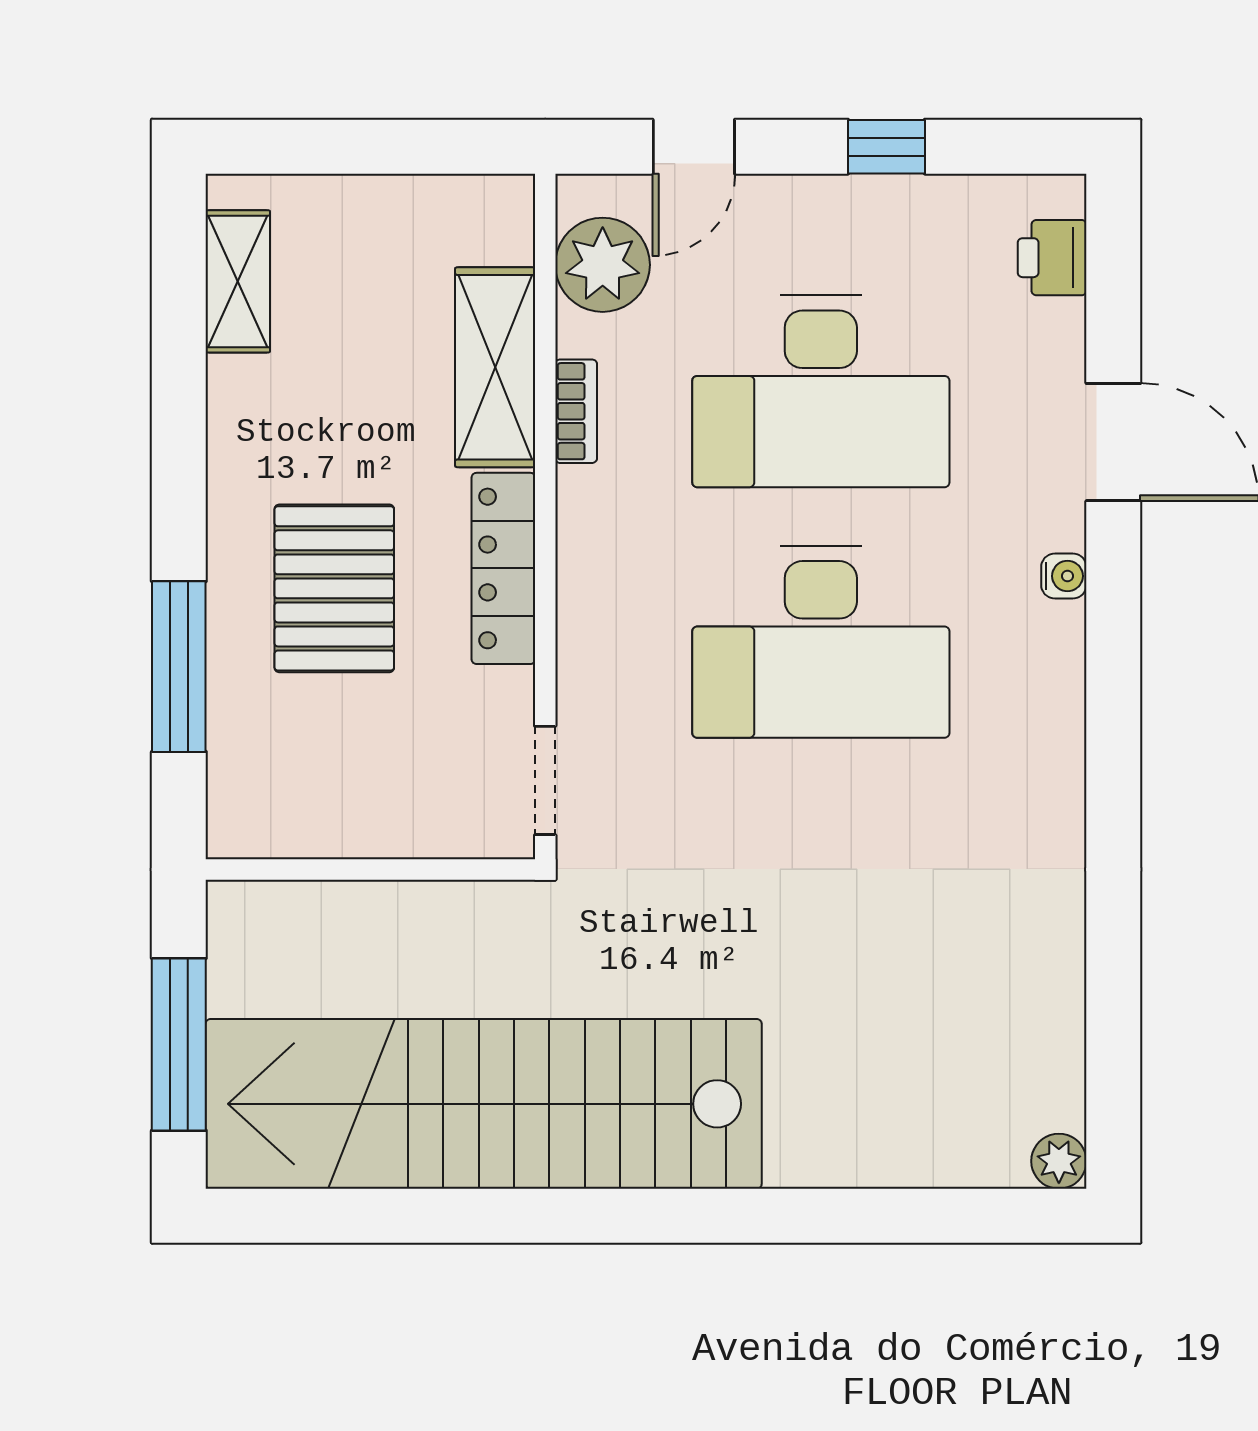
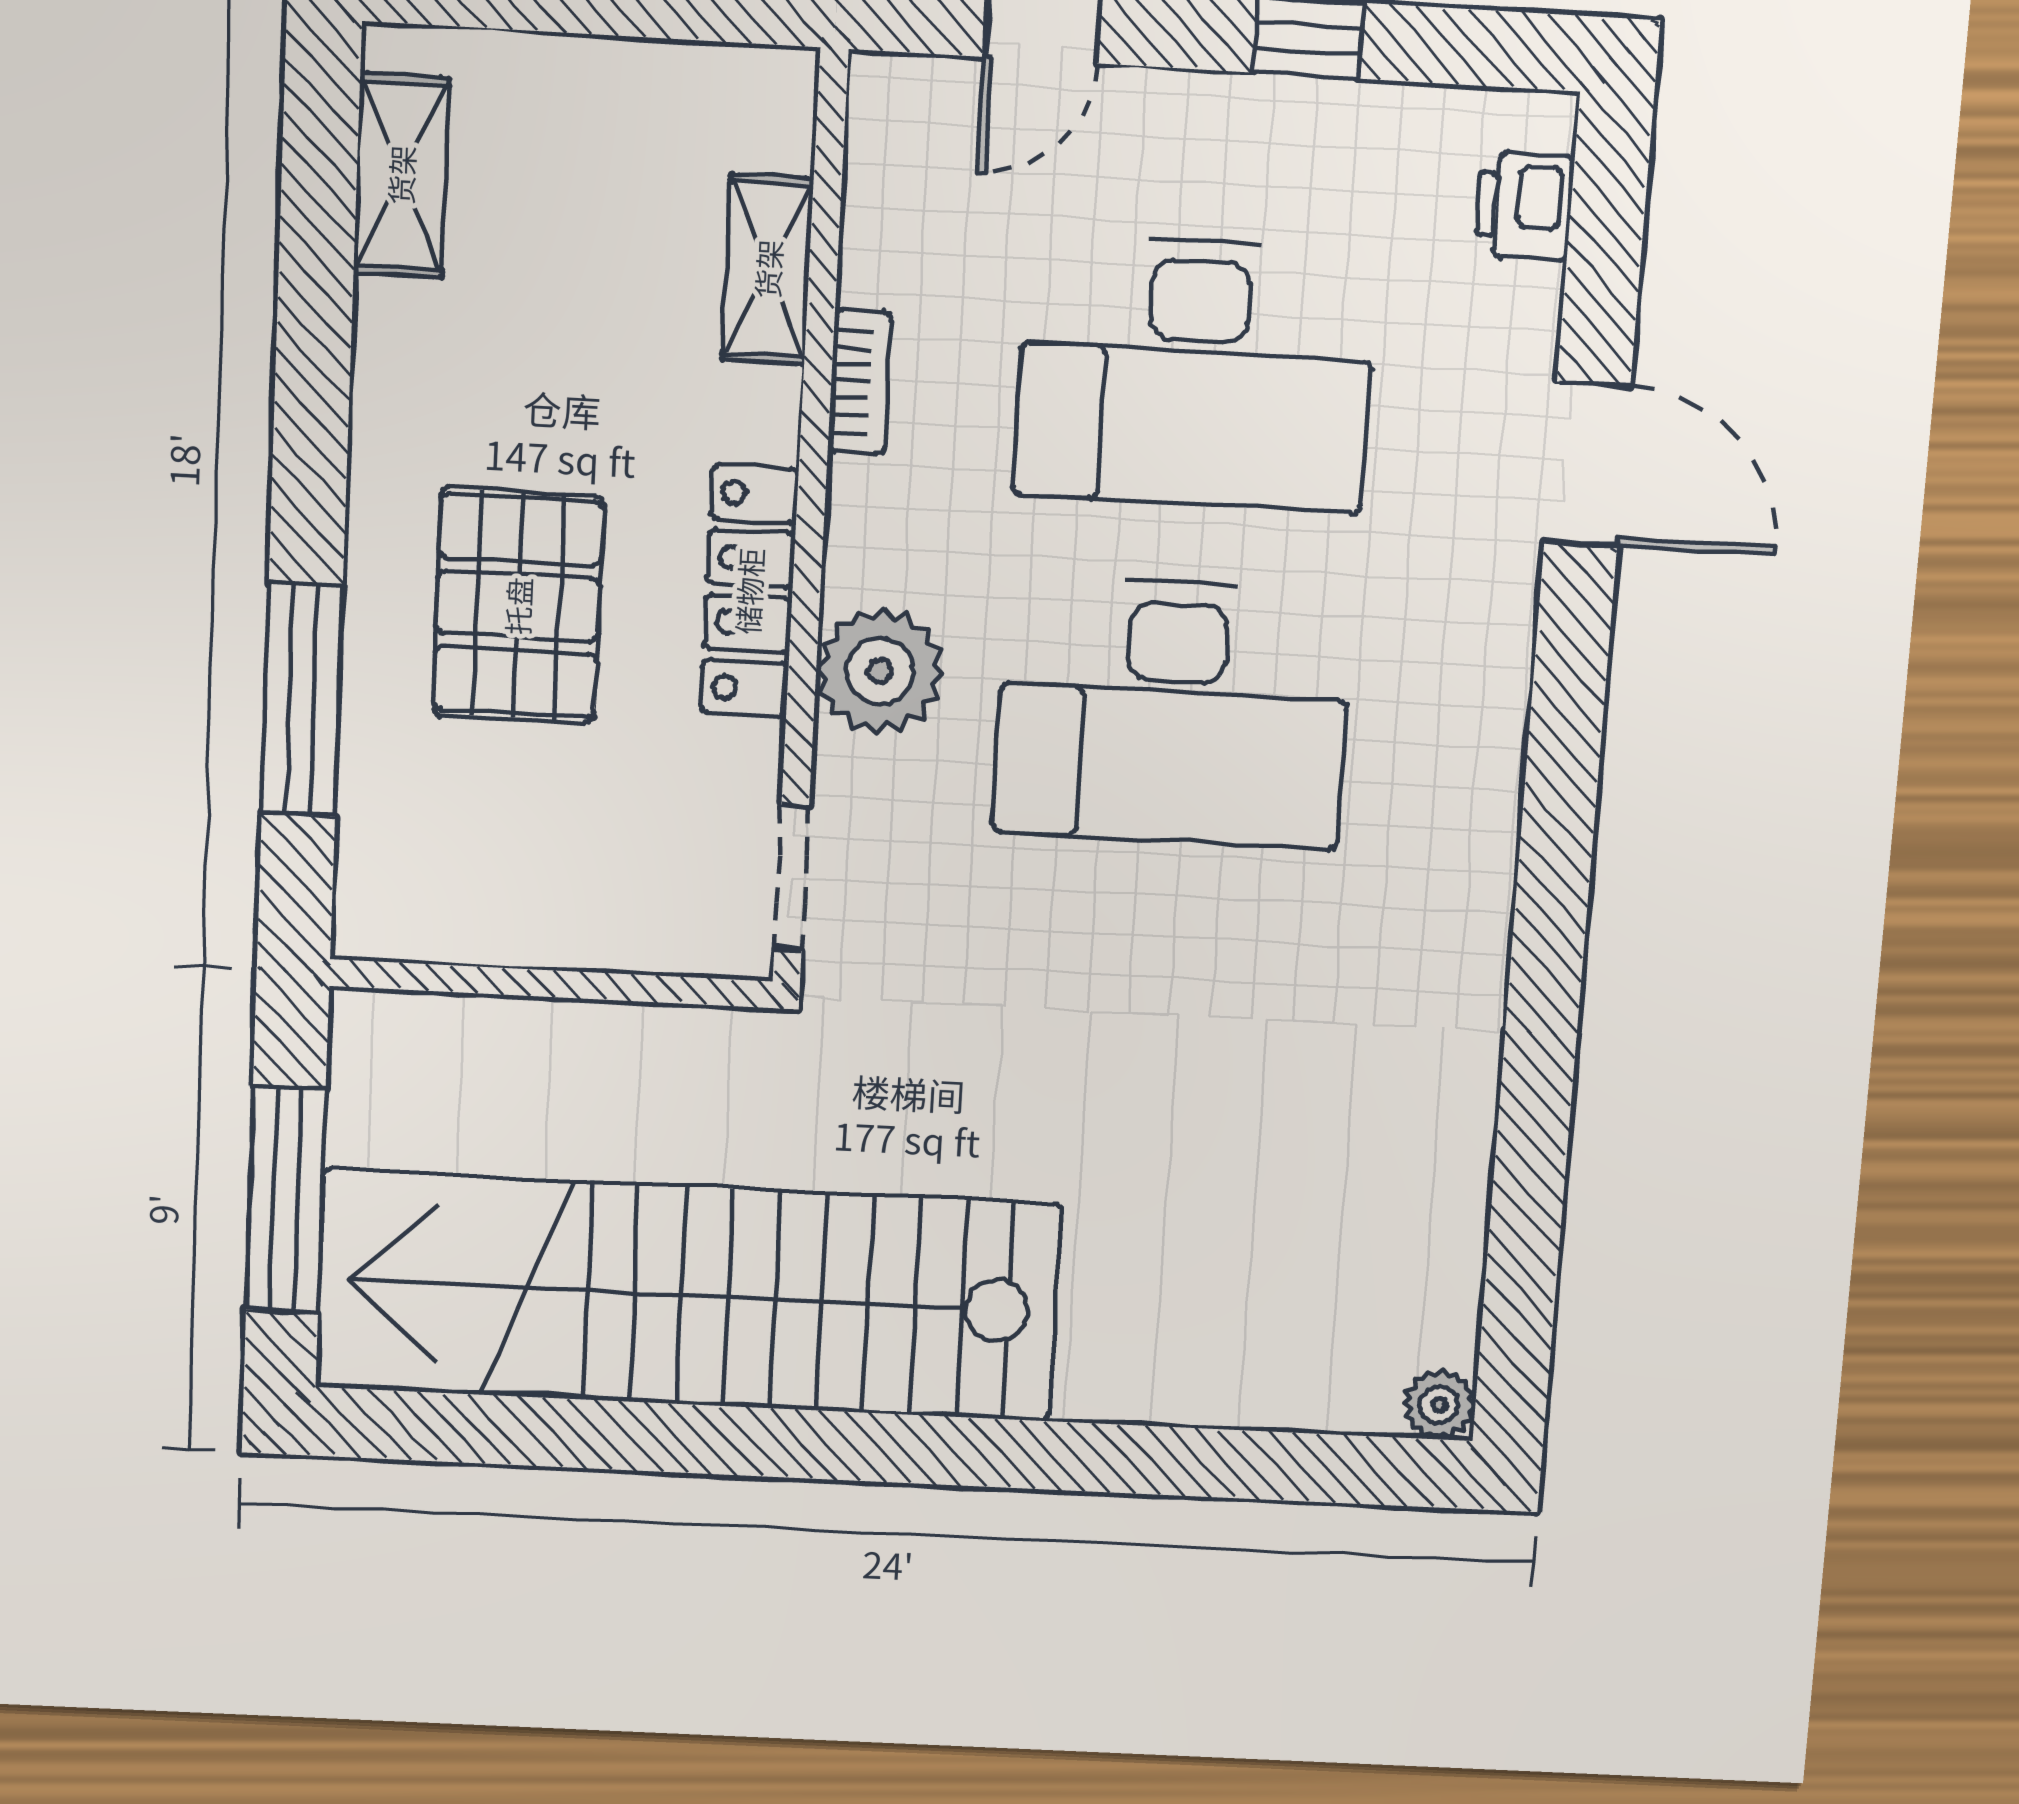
plant: (603, 265) -> (880, 671), moved
shelving: (495, 367) -> (768, 269), width x0.67, depth x0.75
water cooler: (1064, 576) -> (1506, 642), removed

